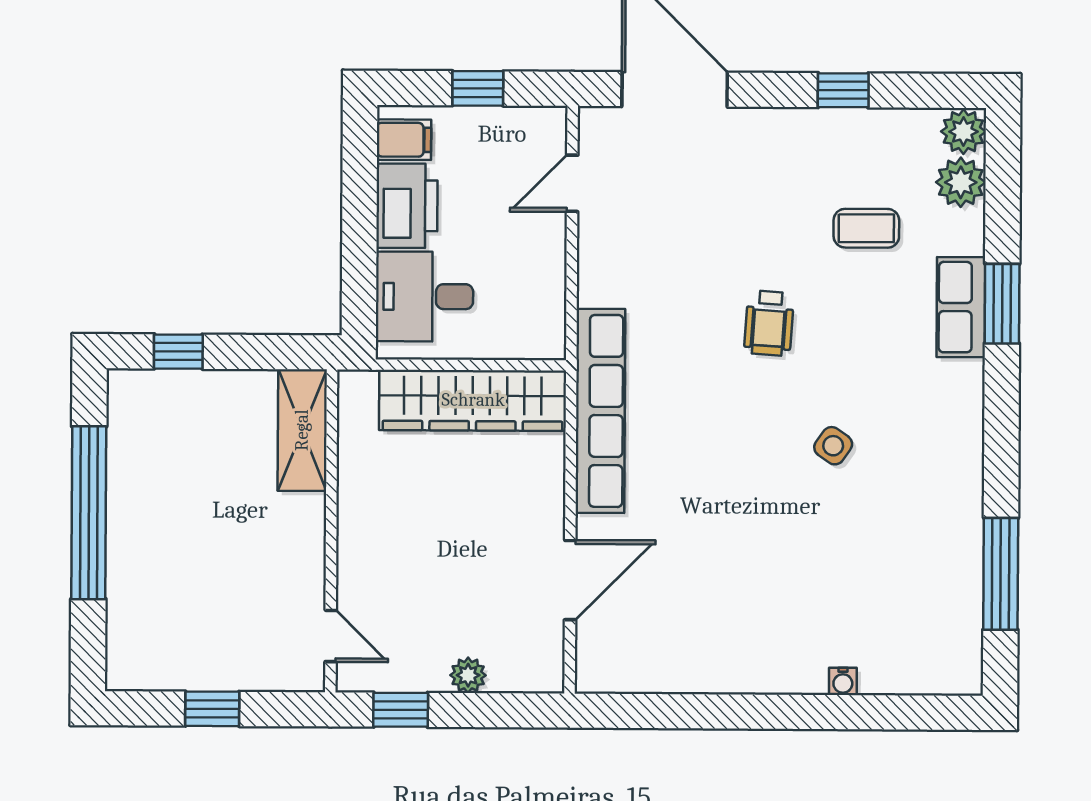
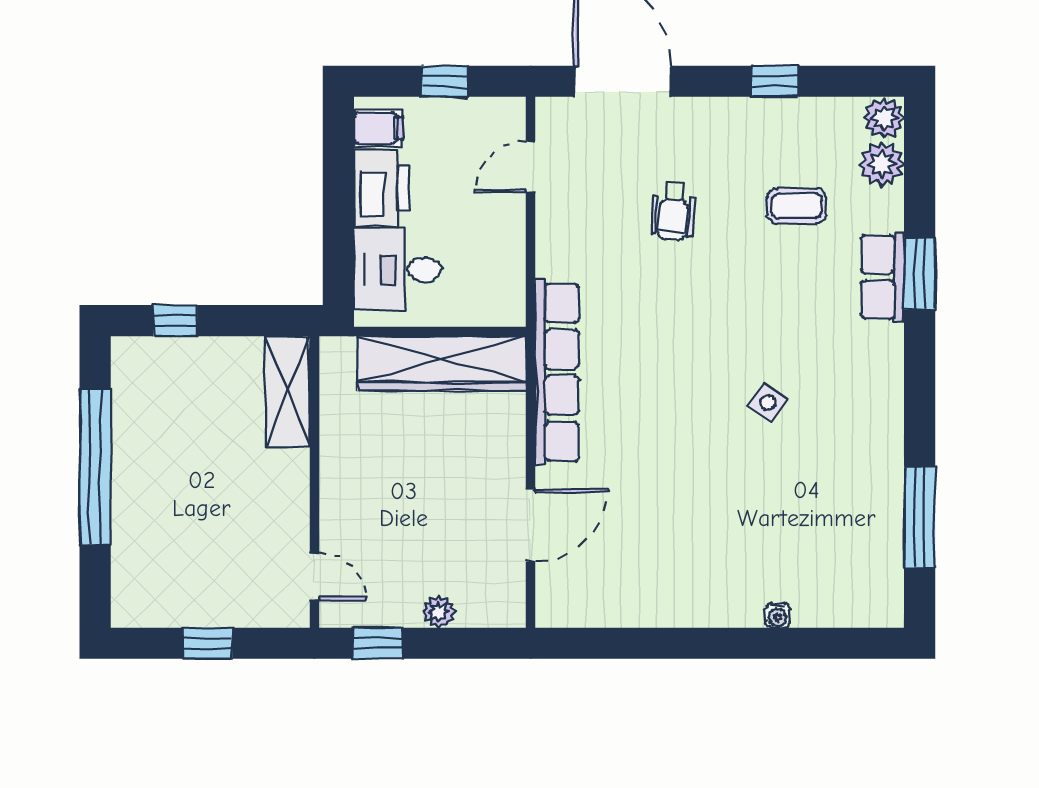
wheelchair: (769, 323) -> (673, 211), moved

